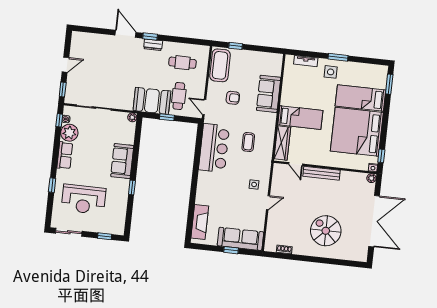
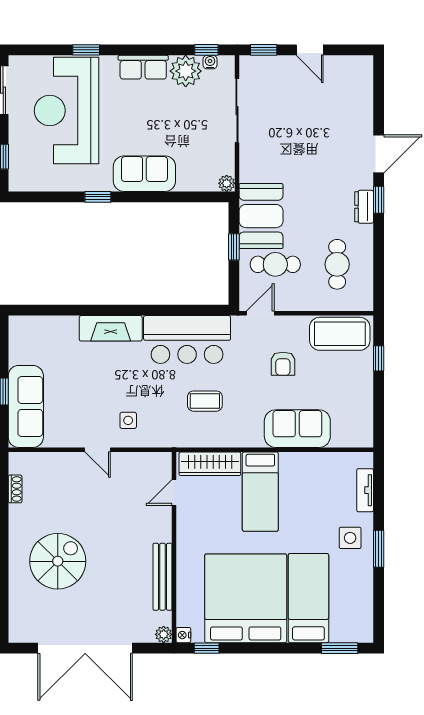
bench: (322, 173) -> (163, 577), moved
reception desk: (84, 199) -> (66, 111), width x1.36, depth x1.30
fireplace: (200, 222) -> (111, 328), moved

